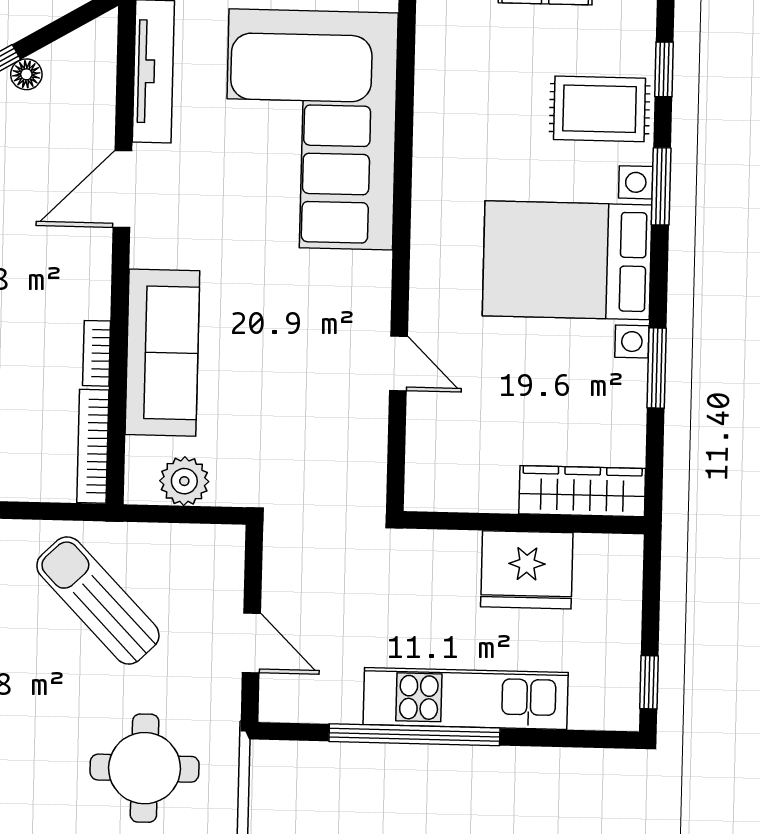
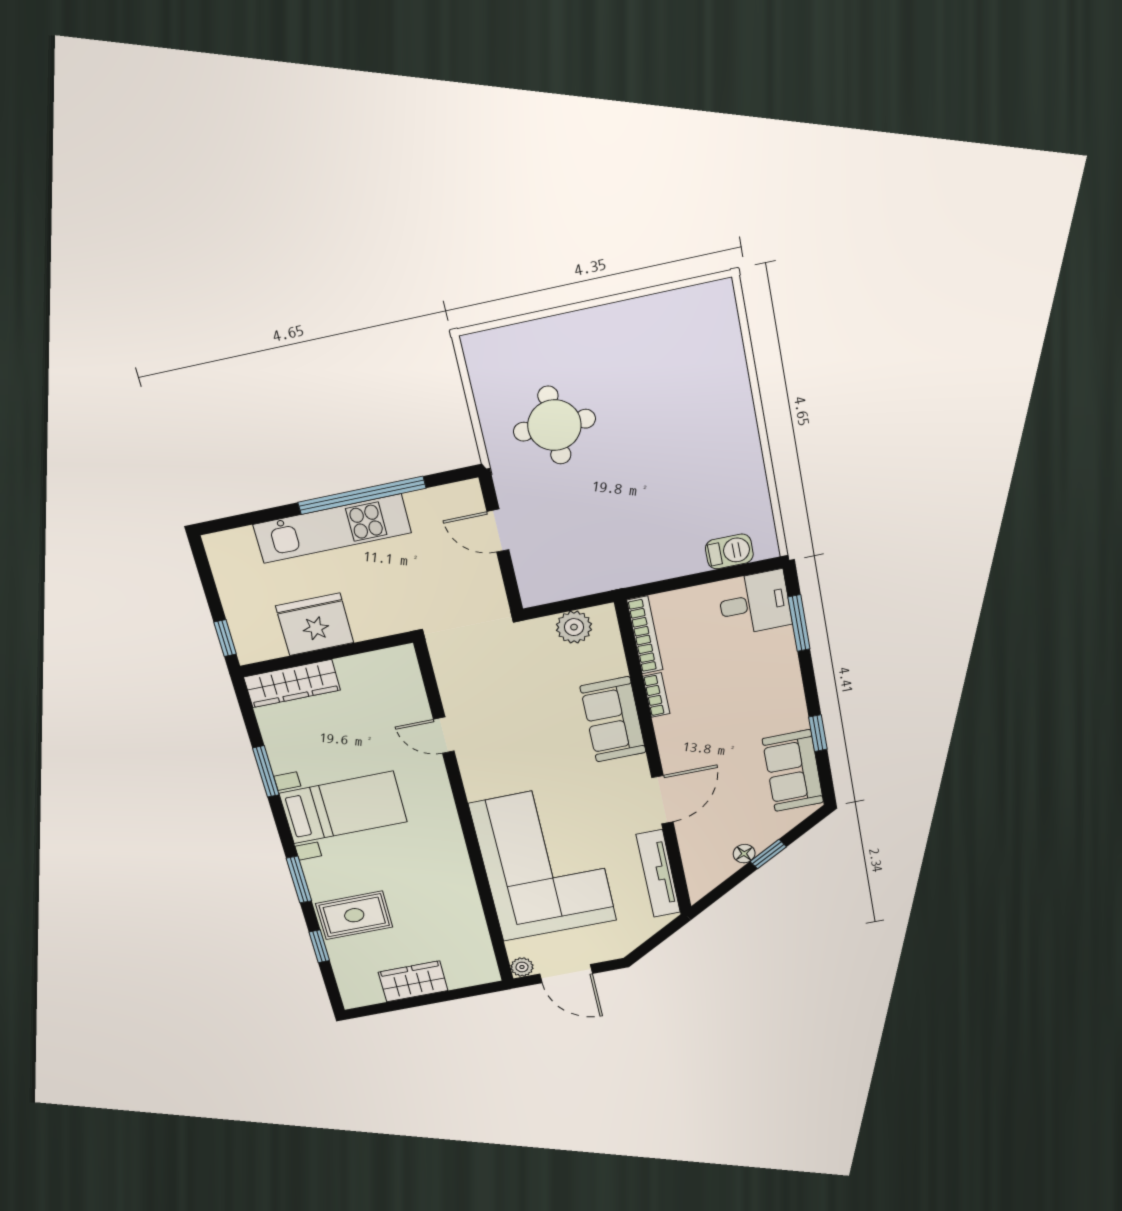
bed with nightstands: (567, 260) -> (343, 808), width x0.73
sofa: (162, 353) -> (613, 719), width x0.73
sun lounger: (98, 600) -> (617, 534), removed
window: (649, 682) -> (225, 638), moved

